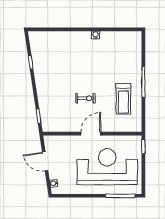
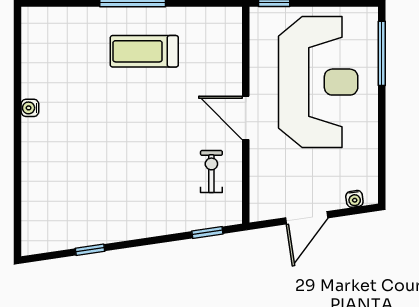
exercise bike: (85, 98) -> (211, 172), moved
treadmill: (123, 99) -> (144, 51), moved, turned 180
reception desk: (107, 167) -> (318, 82), turned 180

